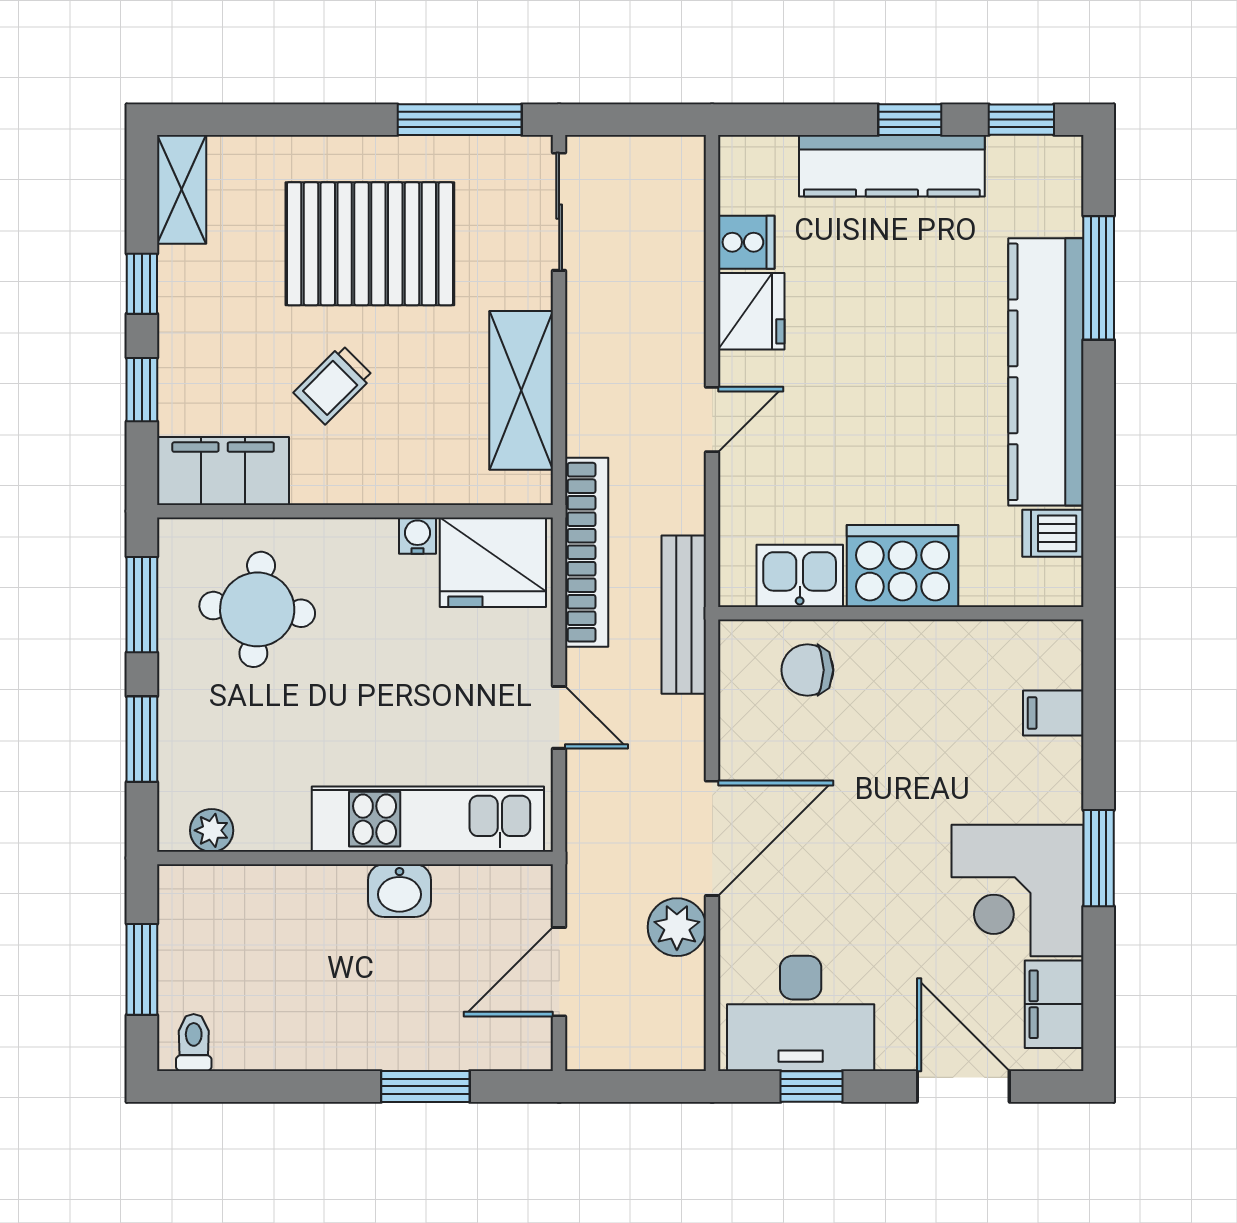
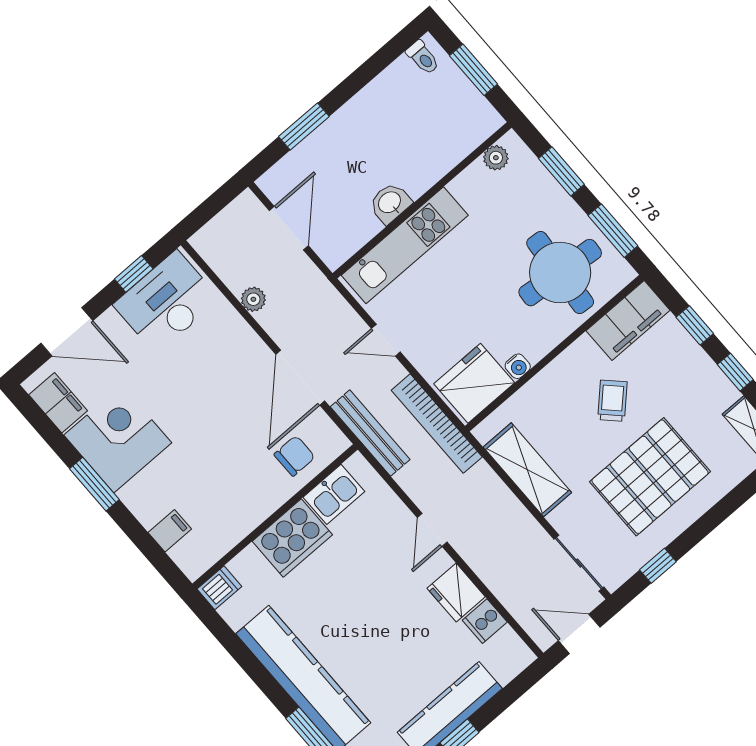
window: (460, 120) -> (658, 566), width x0.46
door: (638, 120) -> (579, 634), added
dishwasher: (1053, 533) -> (219, 588), moved
round table: (257, 609) -> (560, 273), width x1.36, depth x1.36
door: (712, 838) -> (300, 378), moved
plant: (677, 927) -> (253, 299), width x0.73, depth x0.73

